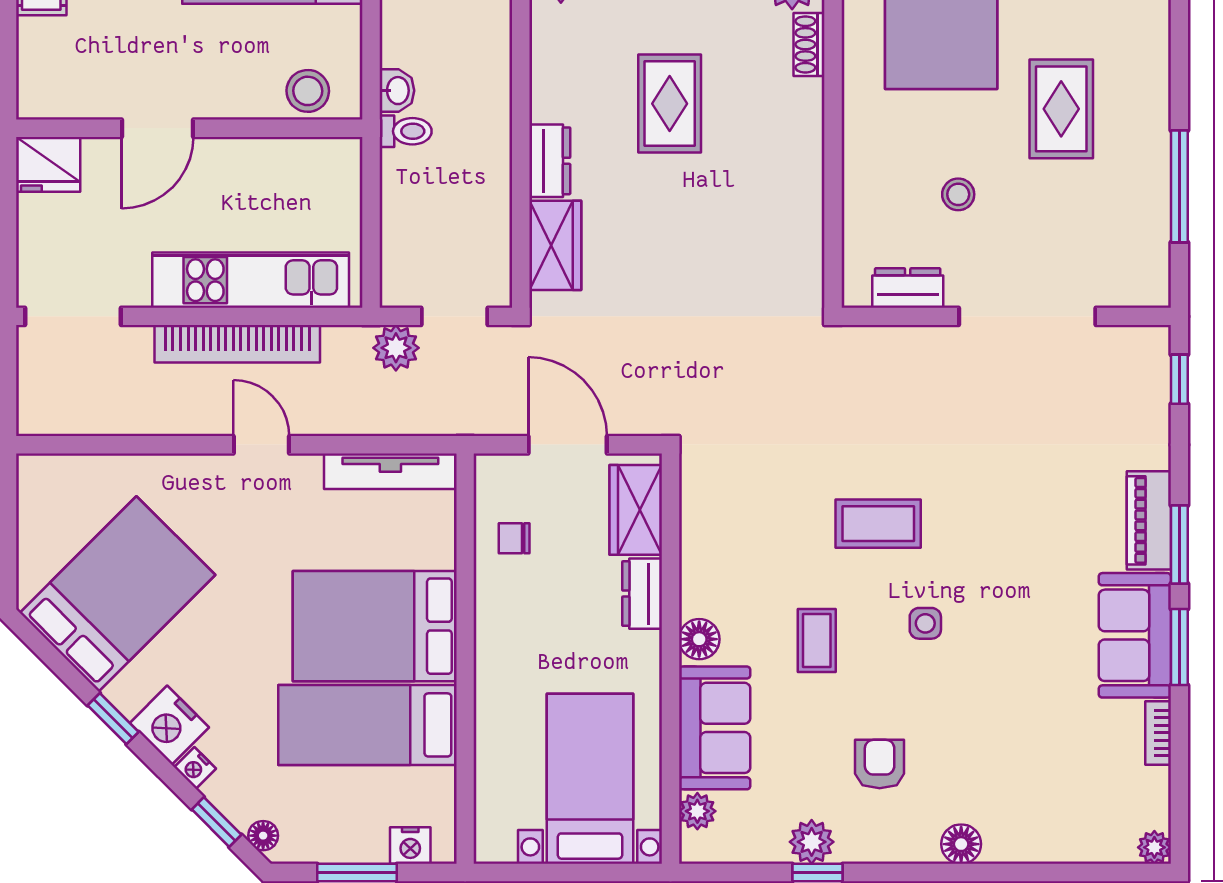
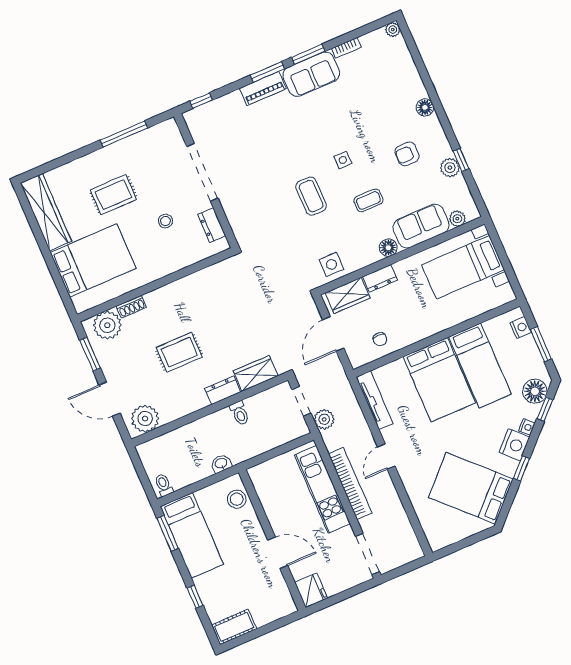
toilet: (406, 131) -> (240, 413), moved, turned 180
side table: (716, 504) -> (332, 264), added
floor lamp: (263, 836) -> (535, 391), width x1.89, depth x1.89

